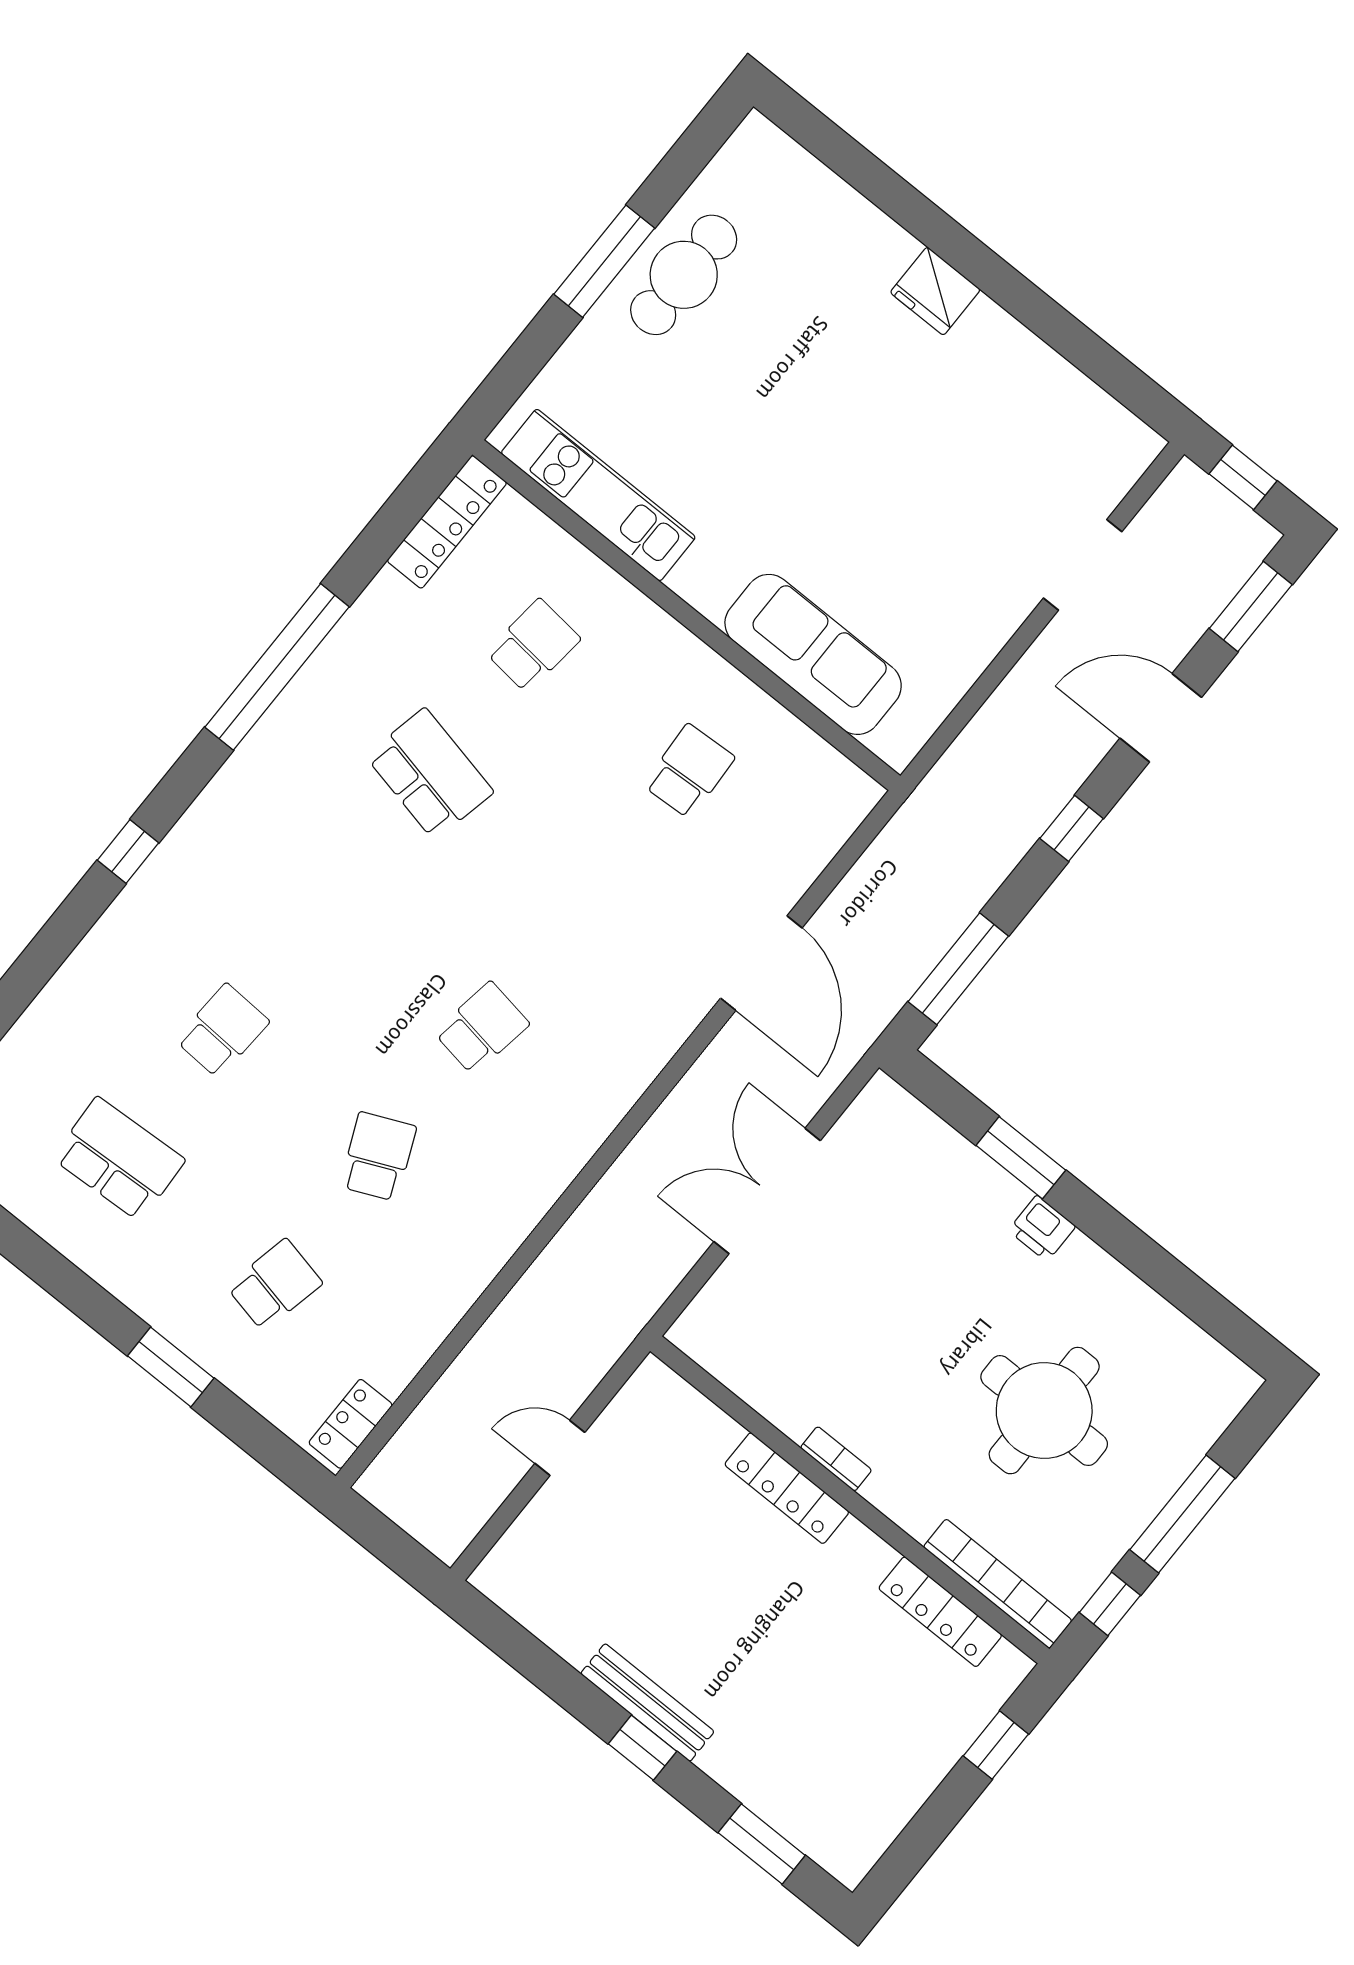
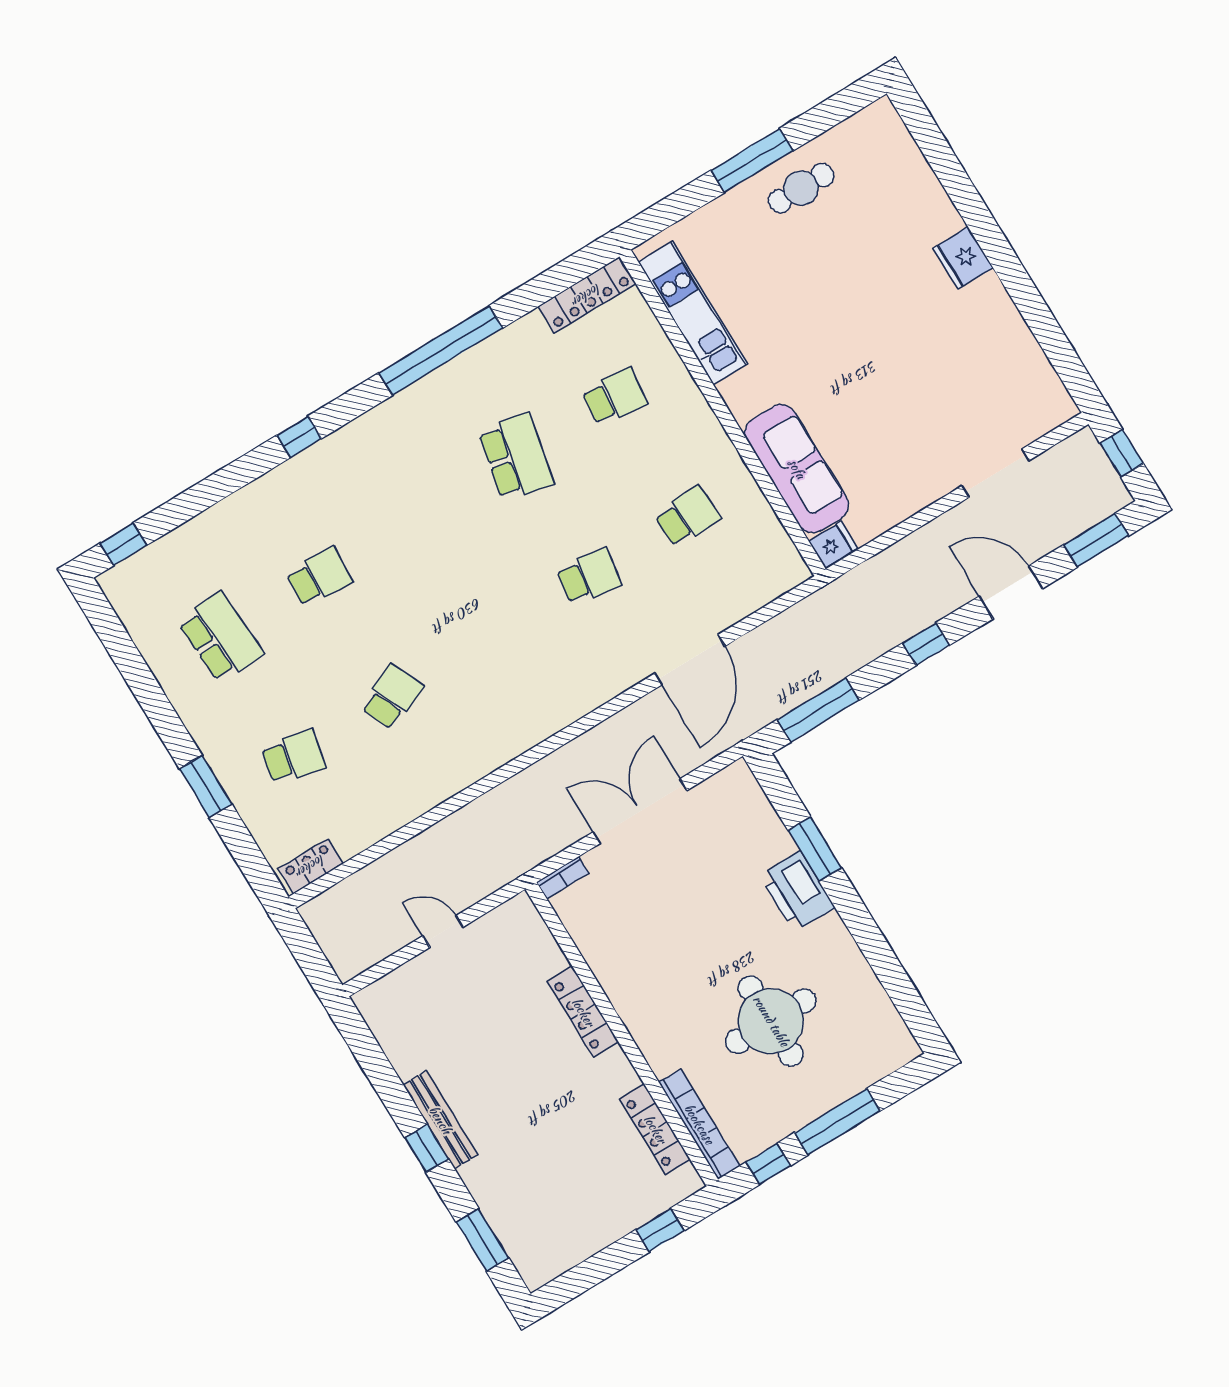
cafe table: (684, 275) -> (801, 188), width x0.73, depth x0.74
fridge: (899, 740) -> (833, 545), added
school desk: (482, 1028) -> (589, 576), moved
printer: (1042, 1228) -> (797, 891), width x1.87, depth x1.48
bookcase: (836, 1459) -> (562, 878), moved, turned 90

